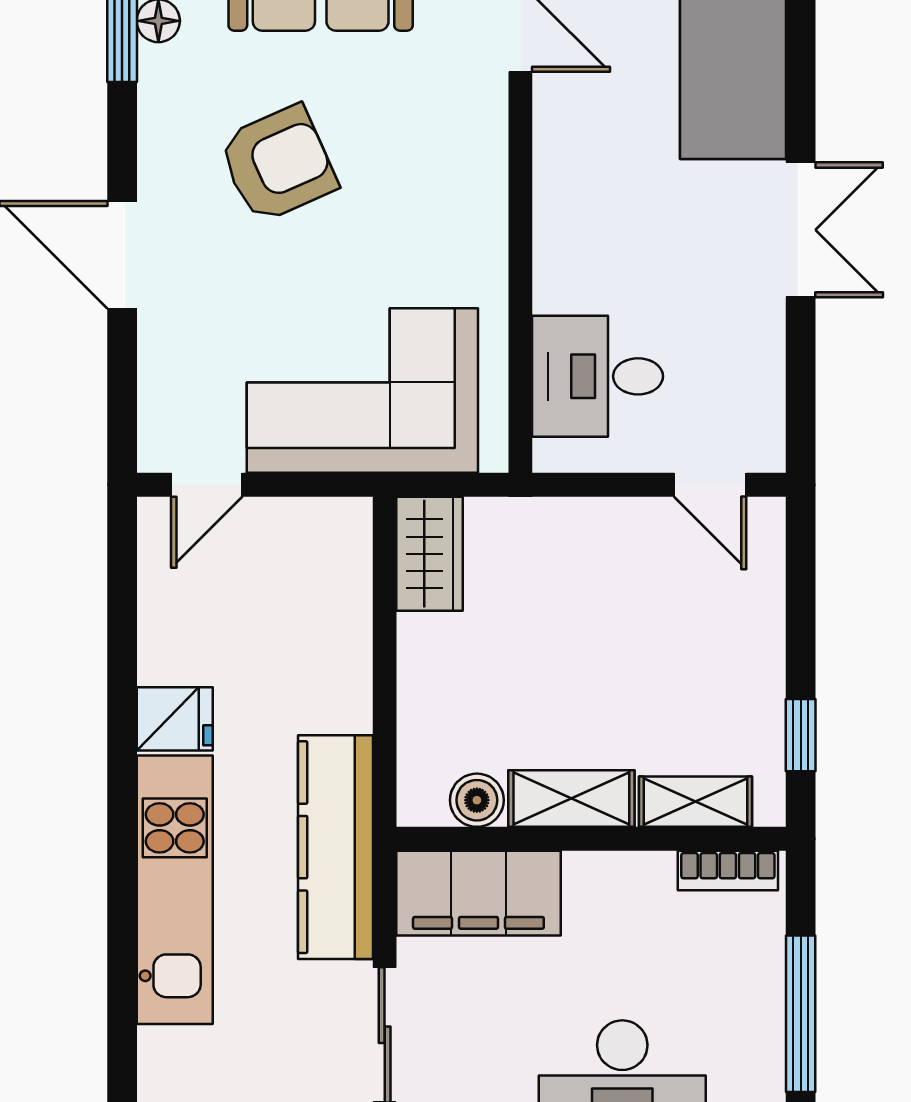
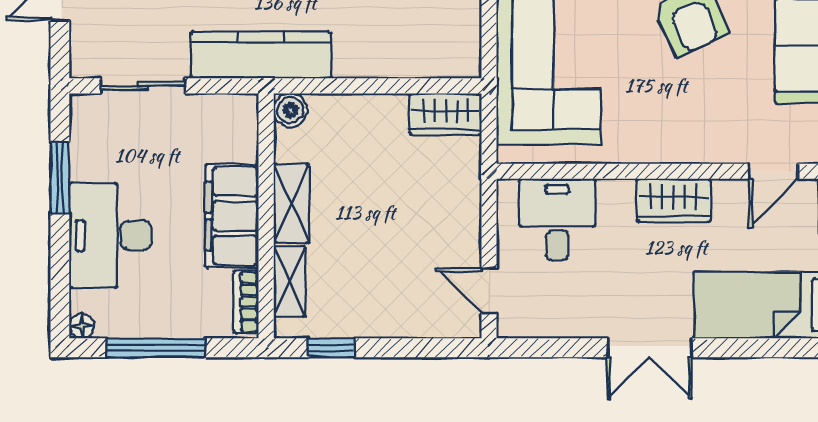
wardrobe: (566, 192) -> (673, 200), added
door: (710, 485) -> (489, 291), hinge flipped
boiler: (477, 800) -> (290, 110), moved
filing cabinet: (478, 893) -> (232, 216), moved

